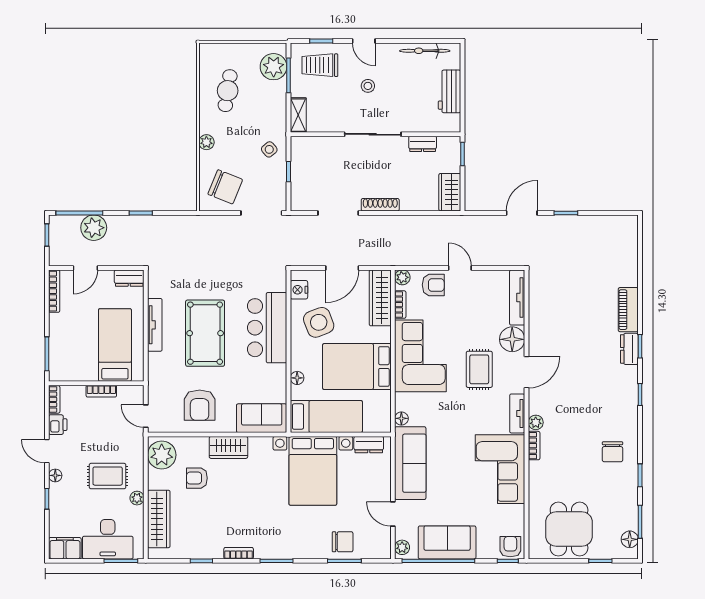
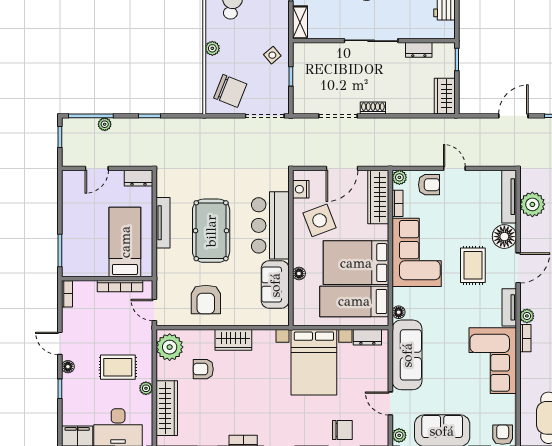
shoe rack: (380, 205) -> (373, 108), width x0.70
plant: (94, 228) -> (105, 124), width x0.53, depth x0.53
bookcase: (54, 291) -> (67, 191), removed
plant: (541, 306) -> (532, 204), added
bookcase: (101, 391) -> (120, 286), width x1.56
bed: (326, 417) -> (354, 301), moved, turned 180
sofa: (262, 418) -> (275, 285), moved, turned -90
printer: (58, 425) -> (70, 318), removed

